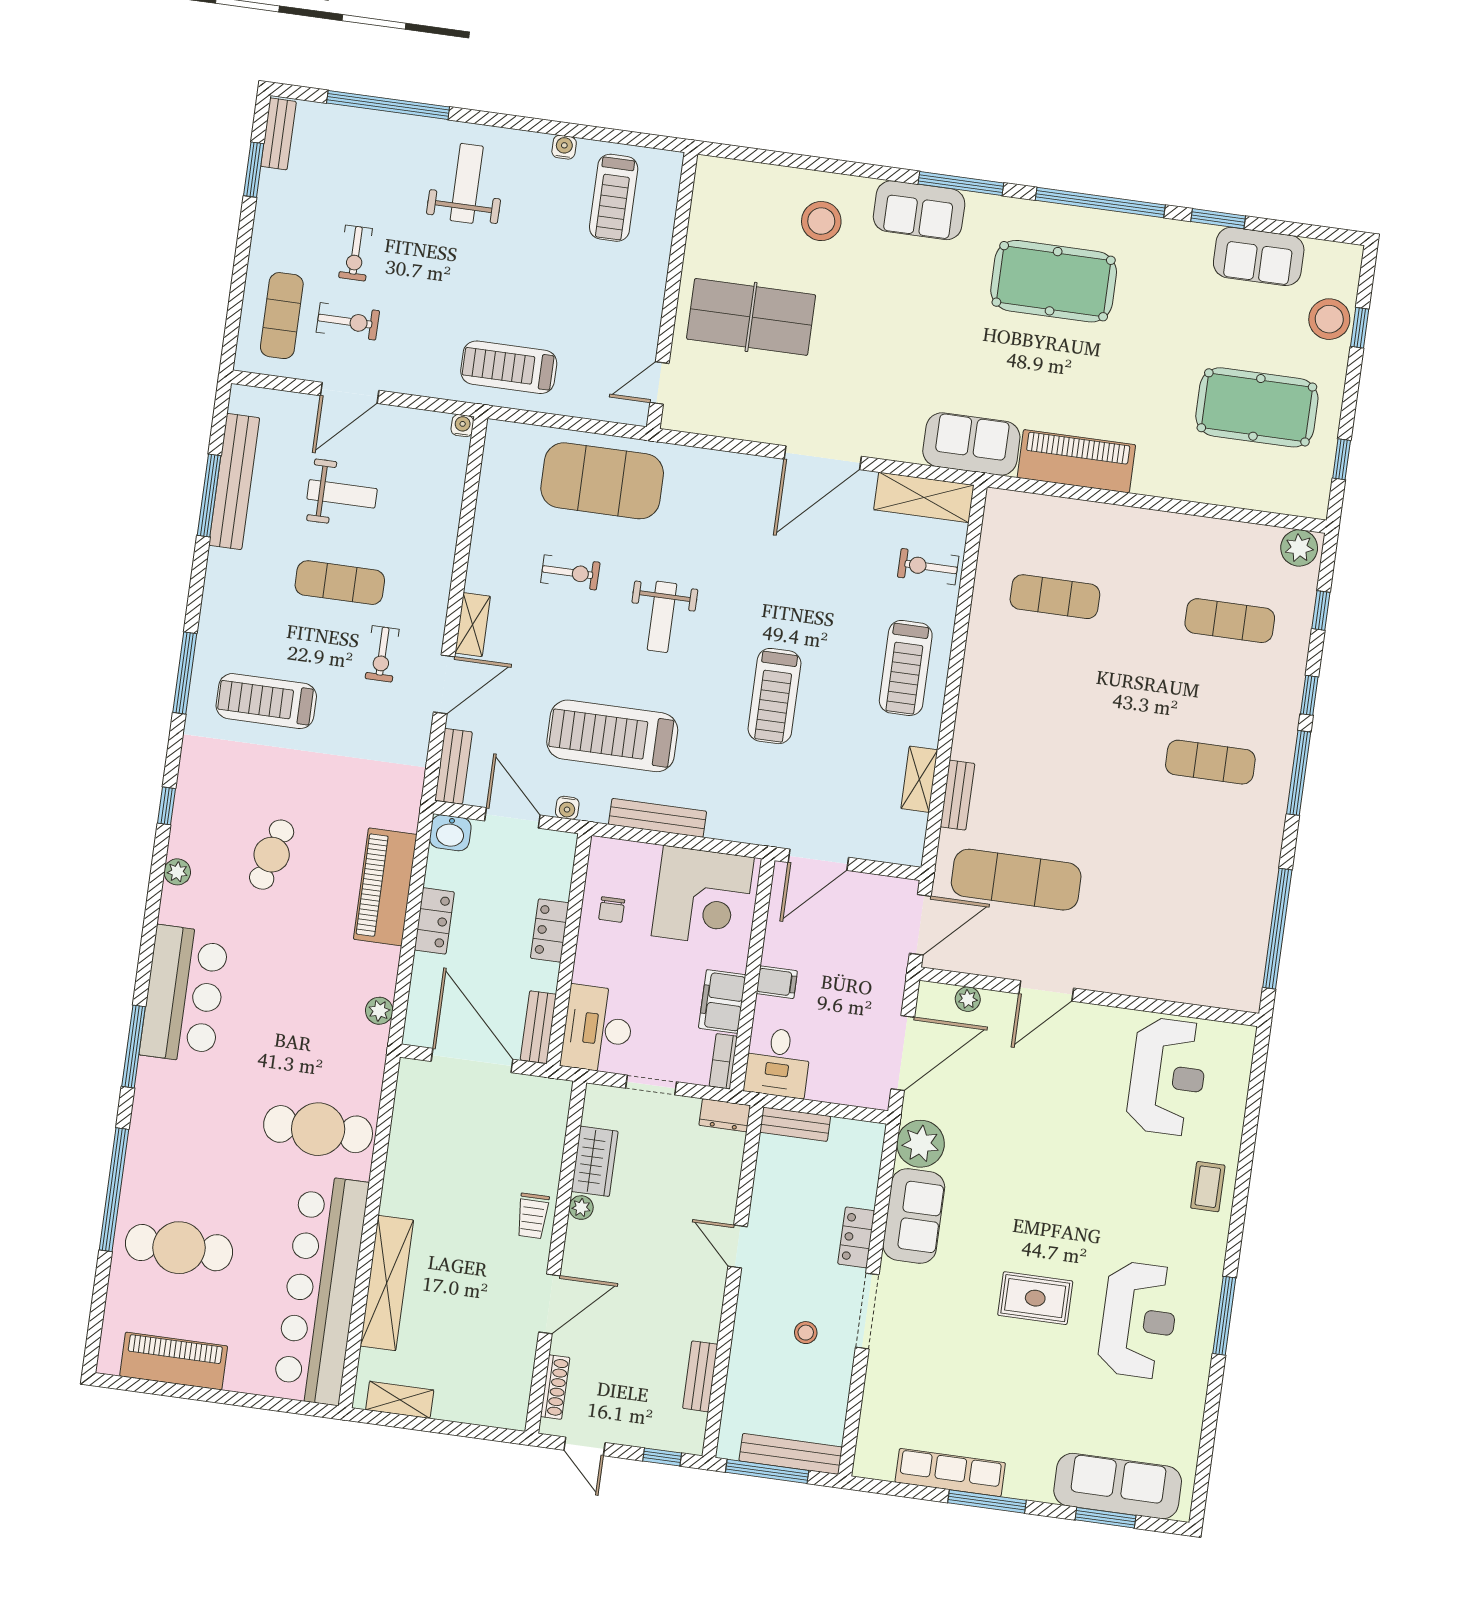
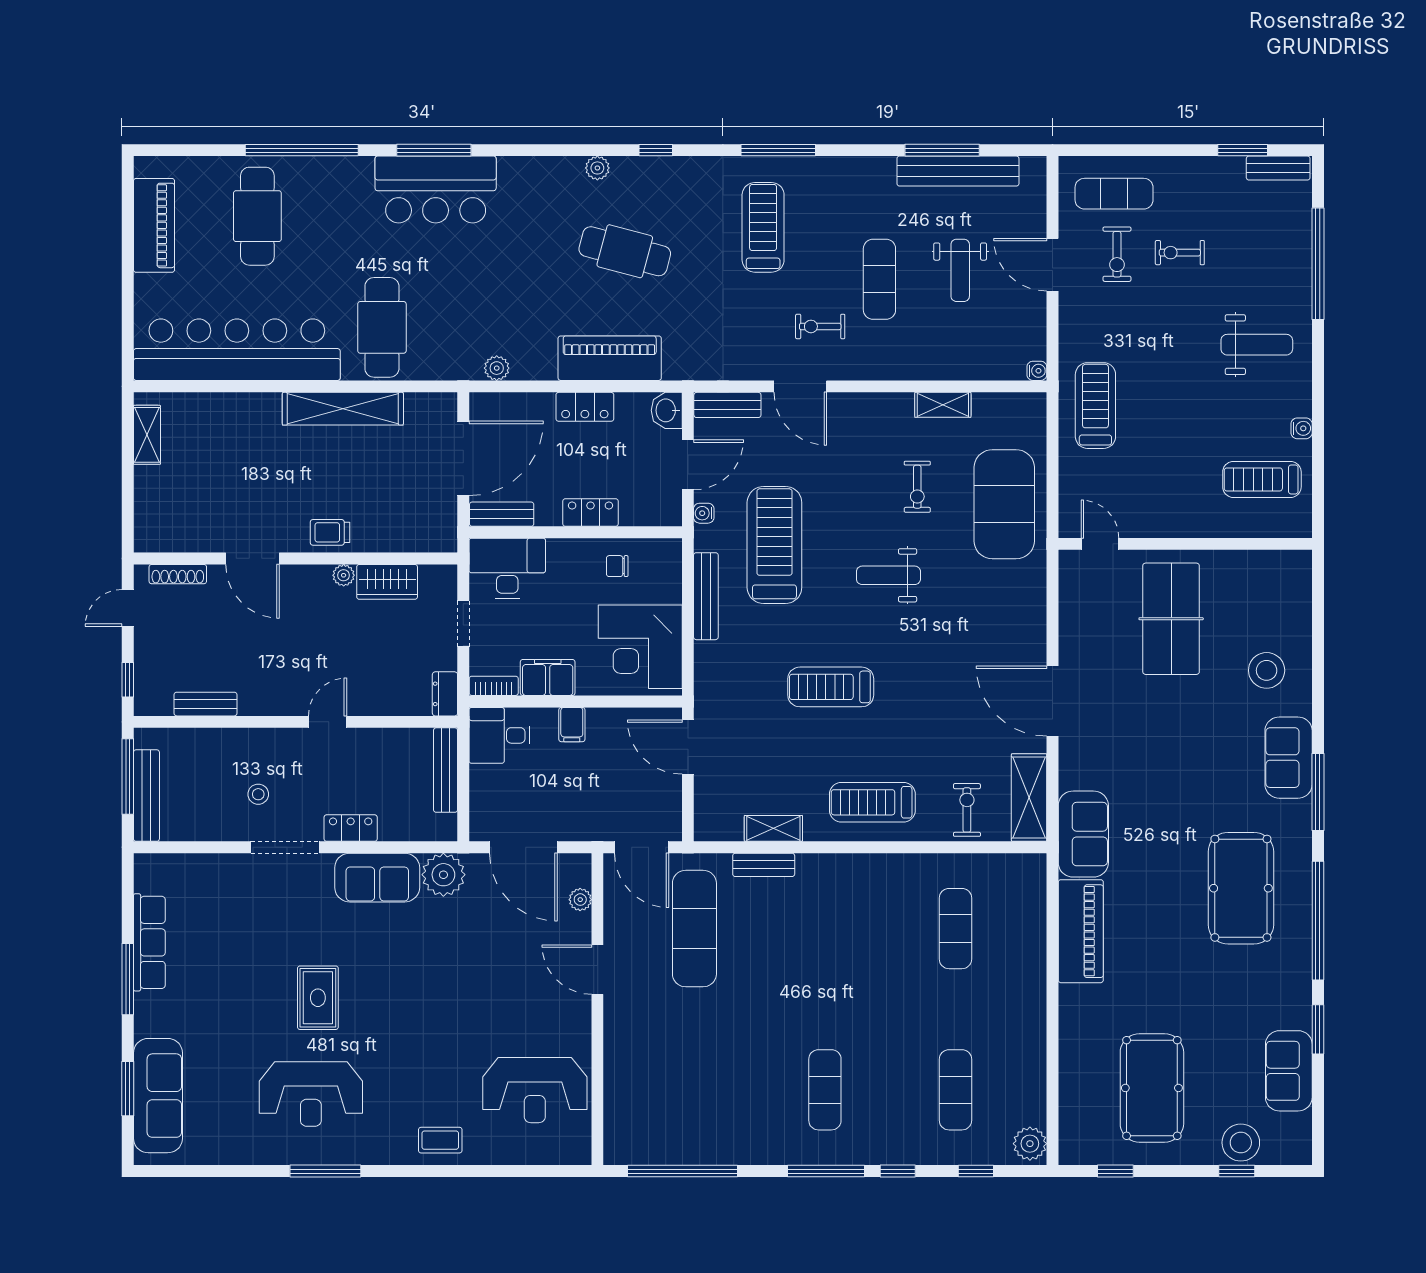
shelving: (473, 625) -> (943, 405), moved
cafe table: (272, 855) -> (625, 251), width x1.37, depth x1.35
bar counter: (184, 994) -> (436, 190), moved
bench: (795, 1124) -> (446, 770), width x1.36
shelving: (387, 1283) -> (343, 409), moved

